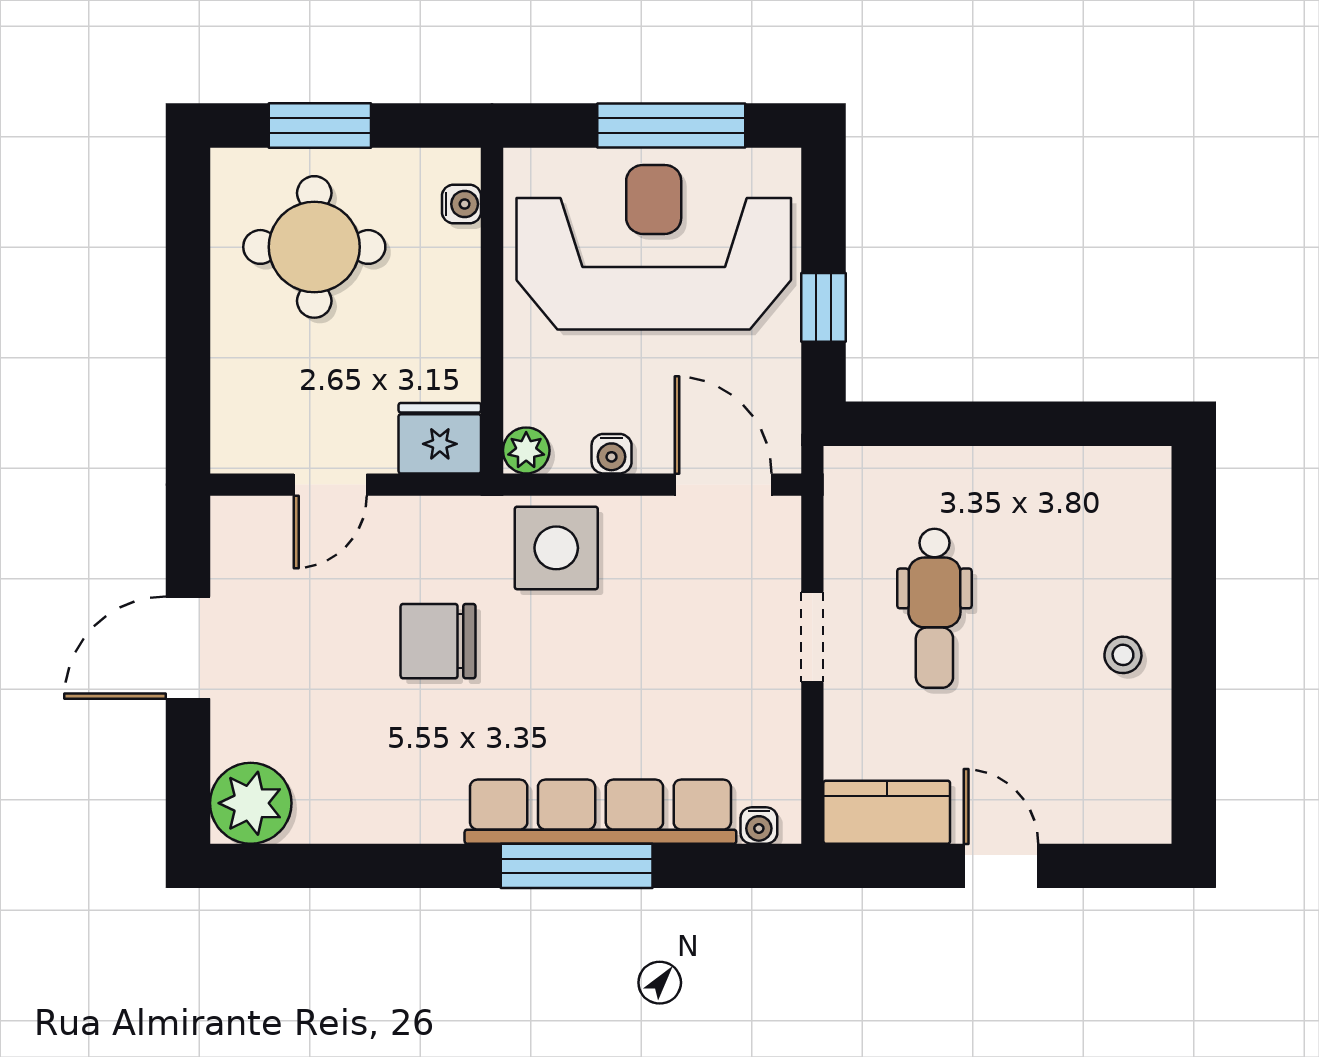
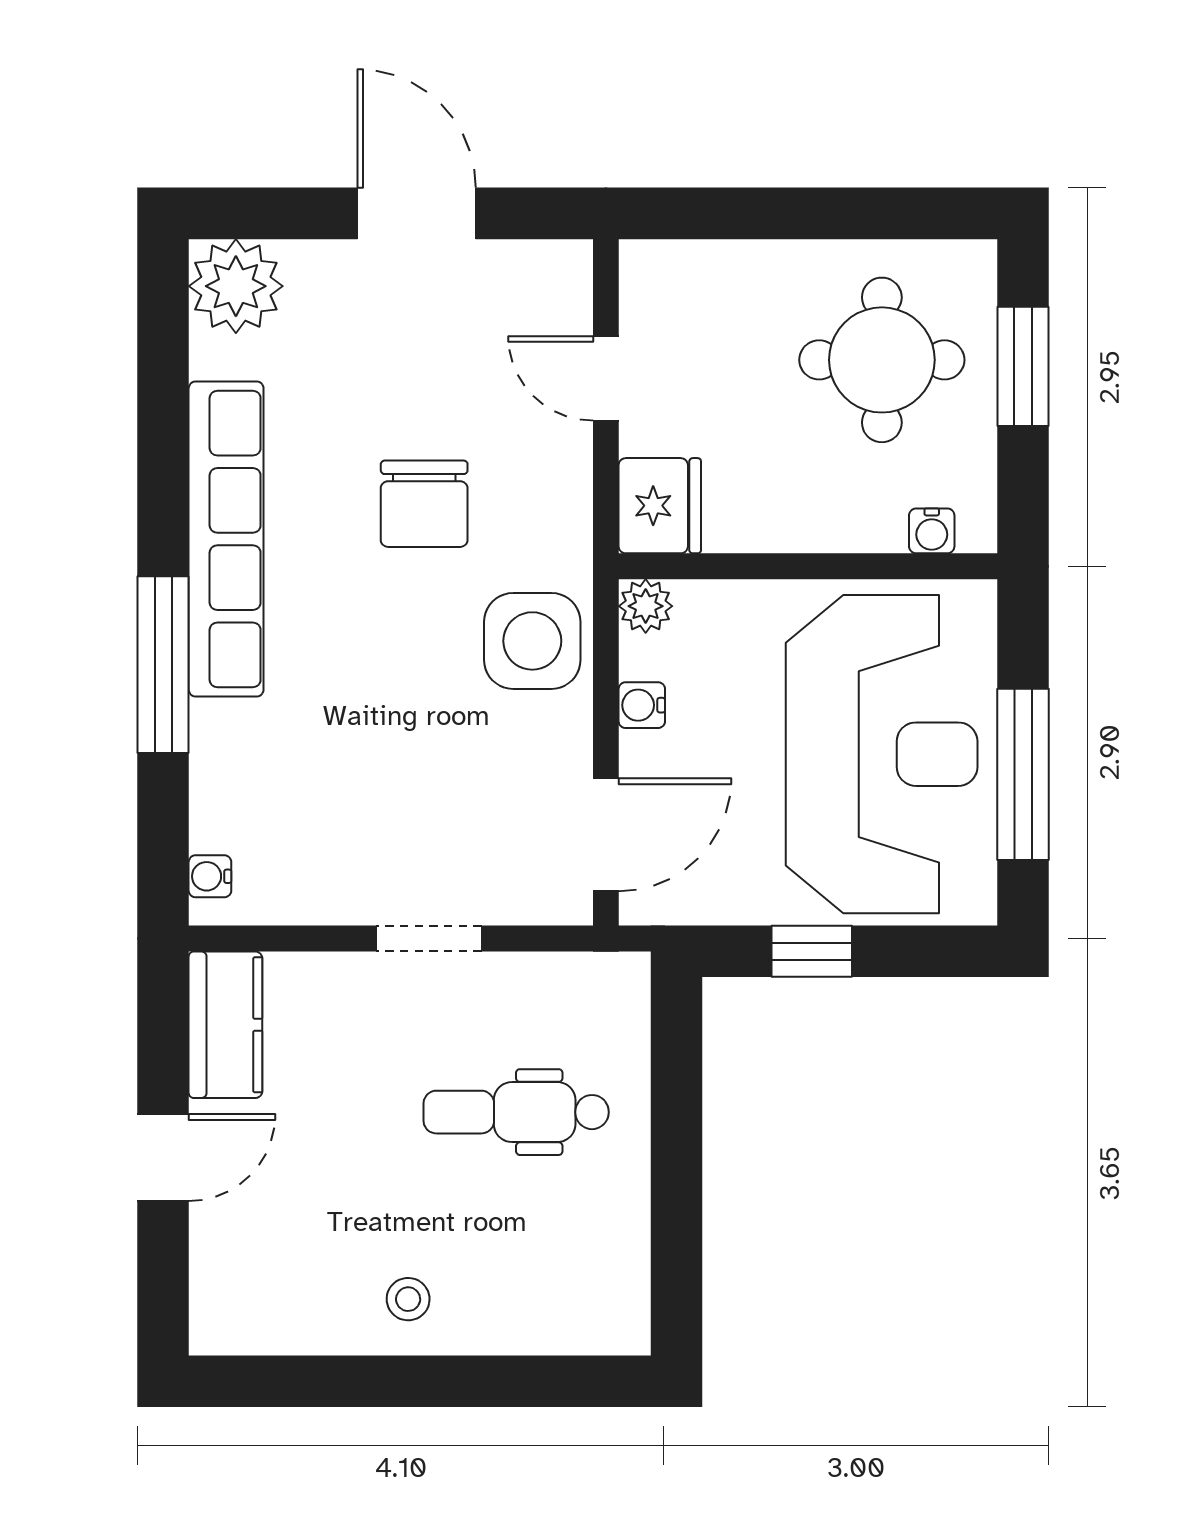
dental chair: (934, 608) -> (516, 1112), moved
chair: (438, 641) -> (424, 504), turned 180
row of seats: (600, 812) -> (226, 539), moved

